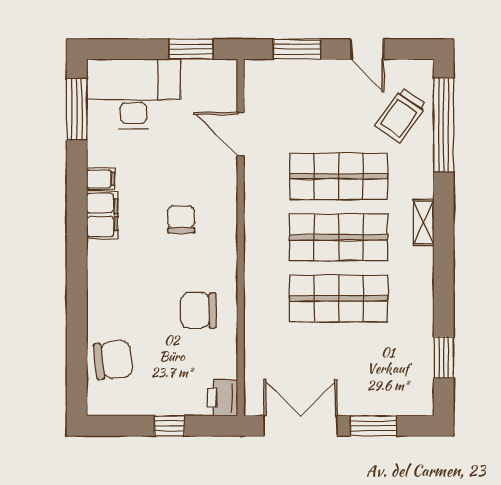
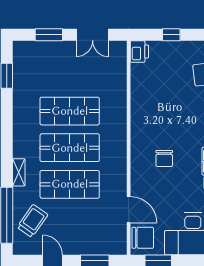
shelving: (424, 222) -> (19, 172), moved
chair: (199, 310) -> (143, 238), moved
double door: (301, 426) -> (93, 35), width x0.73

